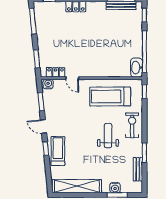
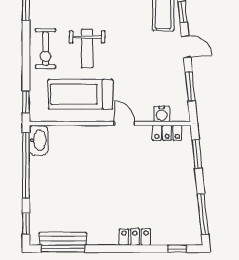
door: (72, 78) -> (124, 123), moved
water cooler: (48, 84) -> (162, 114), moved
treadmill: (110, 97) -> (80, 94), turned 180
weight bench: (108, 136) -> (87, 49), moved

